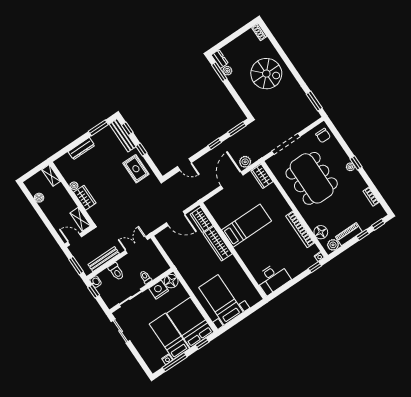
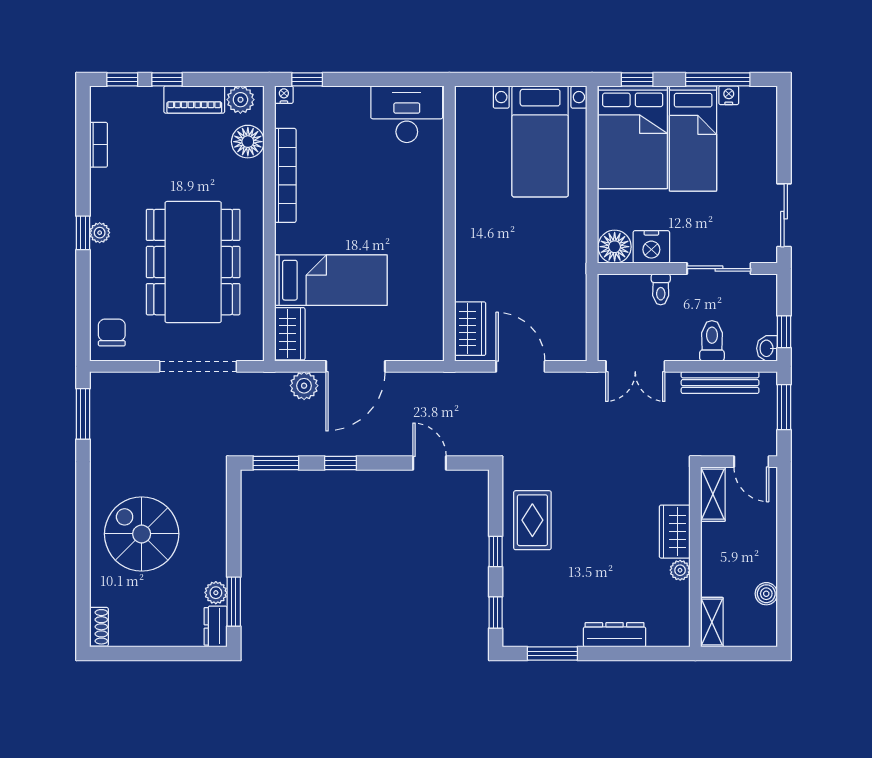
bench: (123, 135) -> (514, 605), removed
bed: (247, 226) -> (331, 280), moved, turned 180
wardrobe: (218, 244) -> (470, 259), removed

